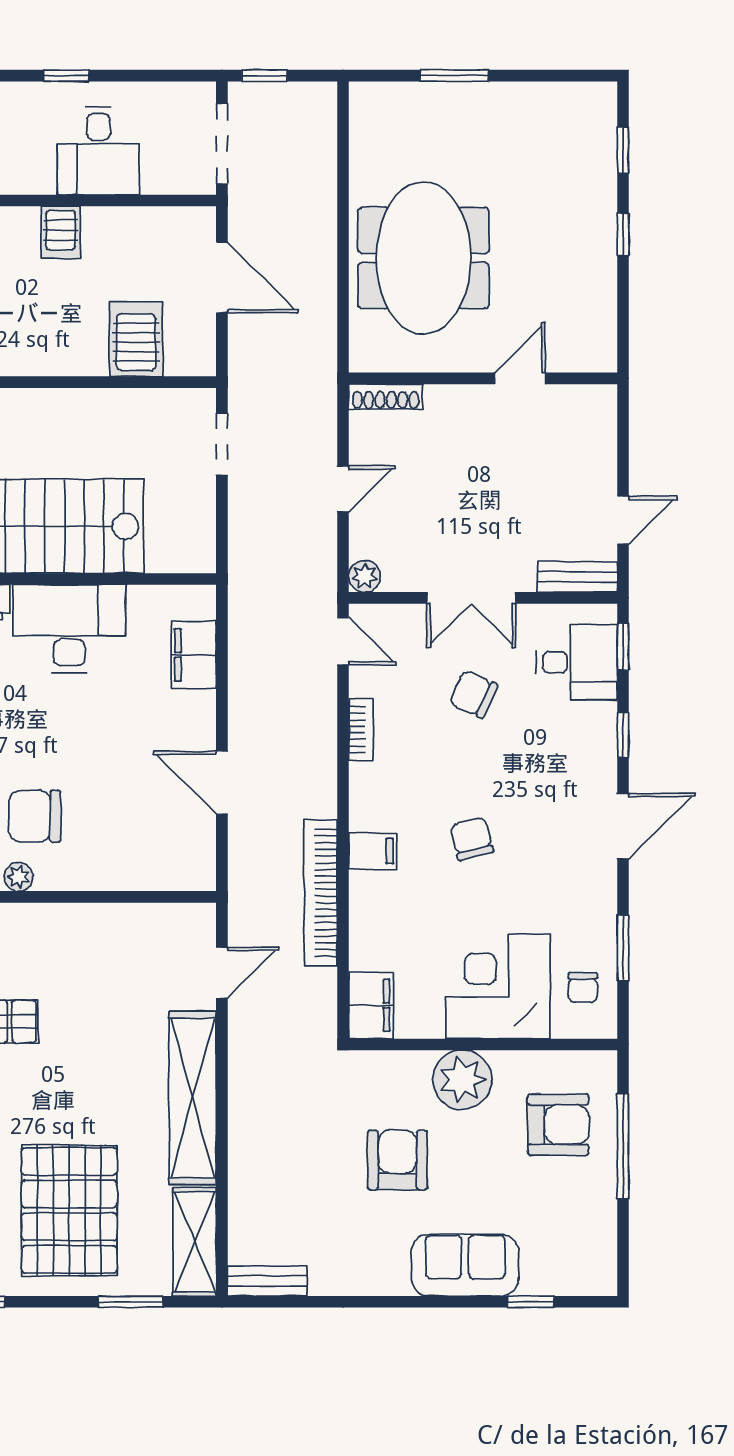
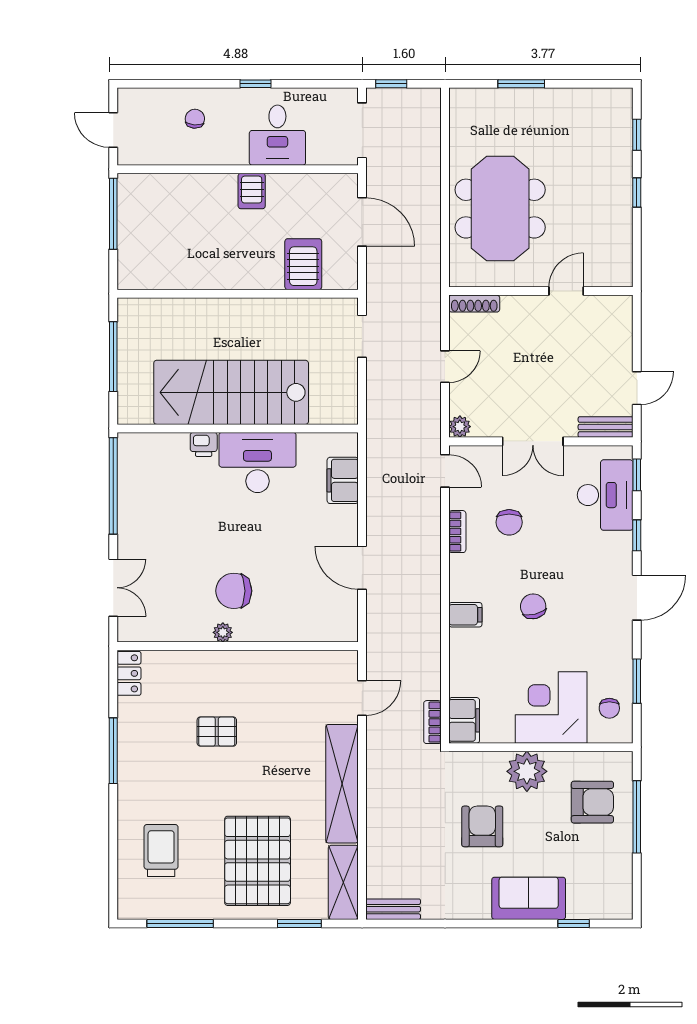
desk: (577, 662) -> (605, 495), width x1.37
chair: (473, 694) -> (509, 522), moved, turned -114
bookcase: (321, 893) -> (432, 722), moved, width x0.43, depth x0.76

